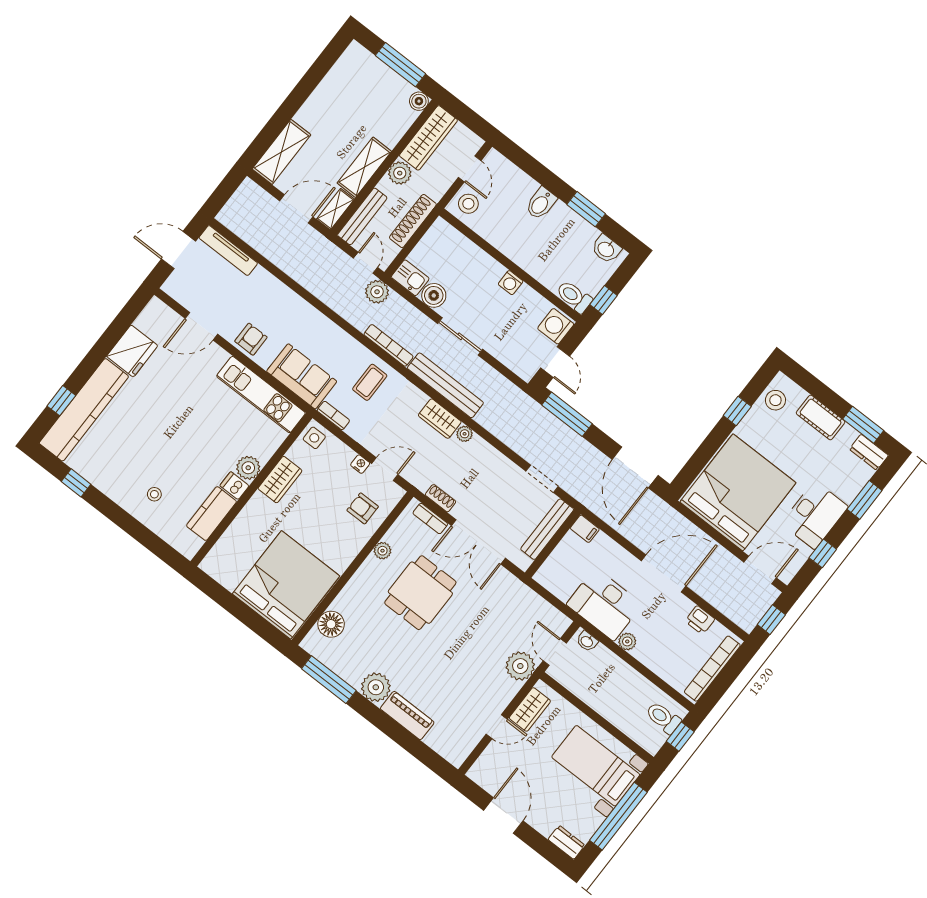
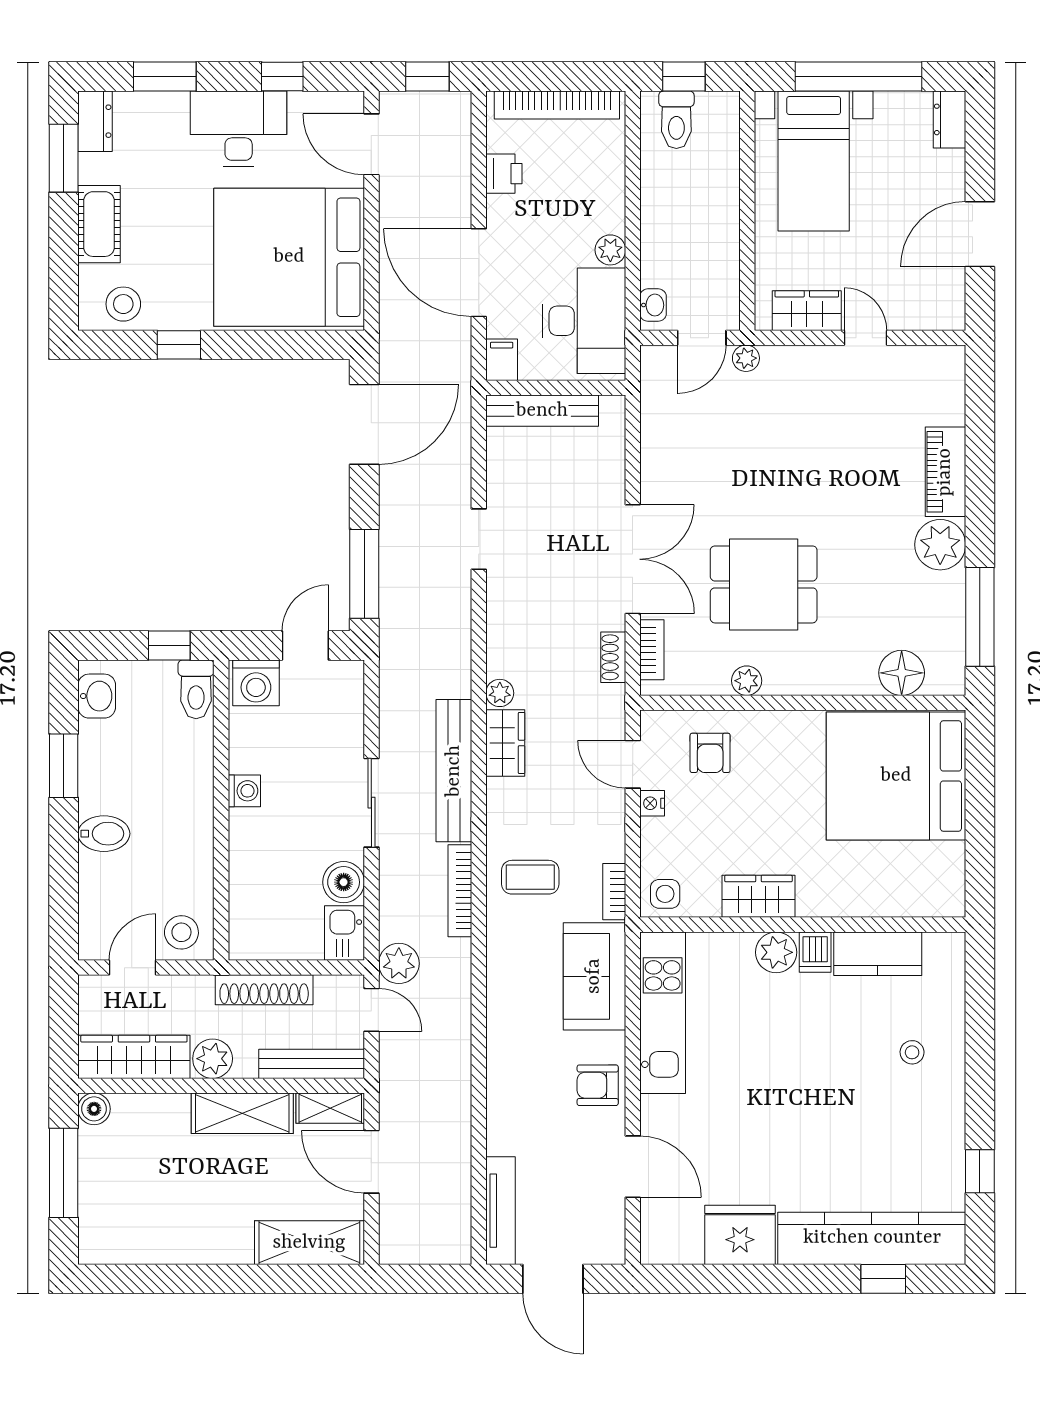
door: (366, 263) -> (371, 1010), swing flipped
bench: (547, 529) -> (542, 411), moved
filing cabinet: (585, 529) -> (502, 360), moved
wall: (553, 543) -> (556, 388), moved
plant: (520, 666) -> (746, 358), width x0.53, depth x0.53

